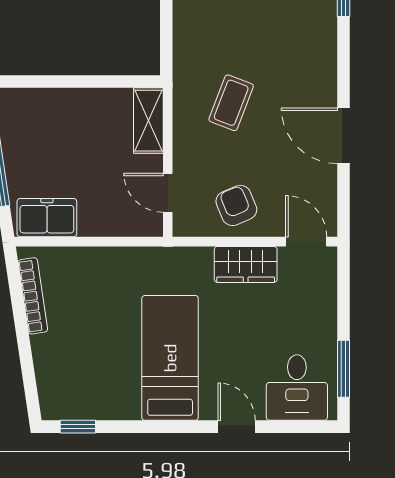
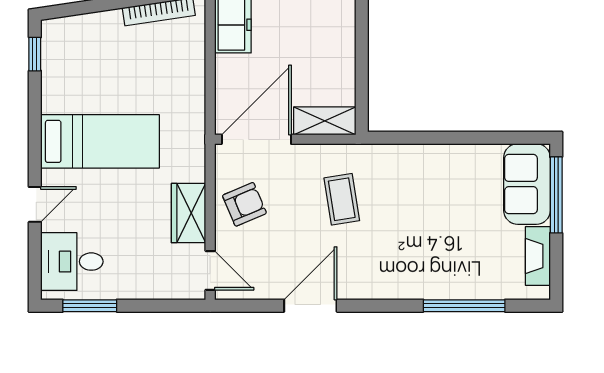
coffee table: (231, 103) -> (342, 199), turned 60
door: (168, 193) -> (256, 139), width x1.88
door: (306, 242) -> (210, 270), hinge flipped

